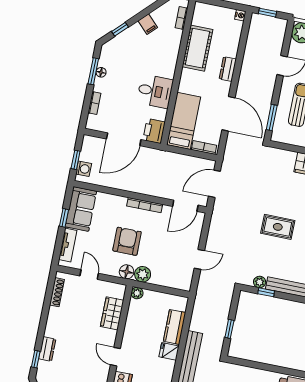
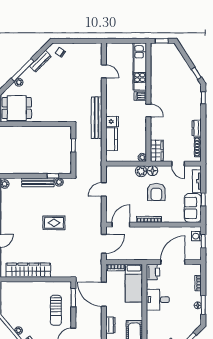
wardrobe: (112, 313) -> (157, 151), moved
dresser: (47, 349) -> (197, 128), moved

